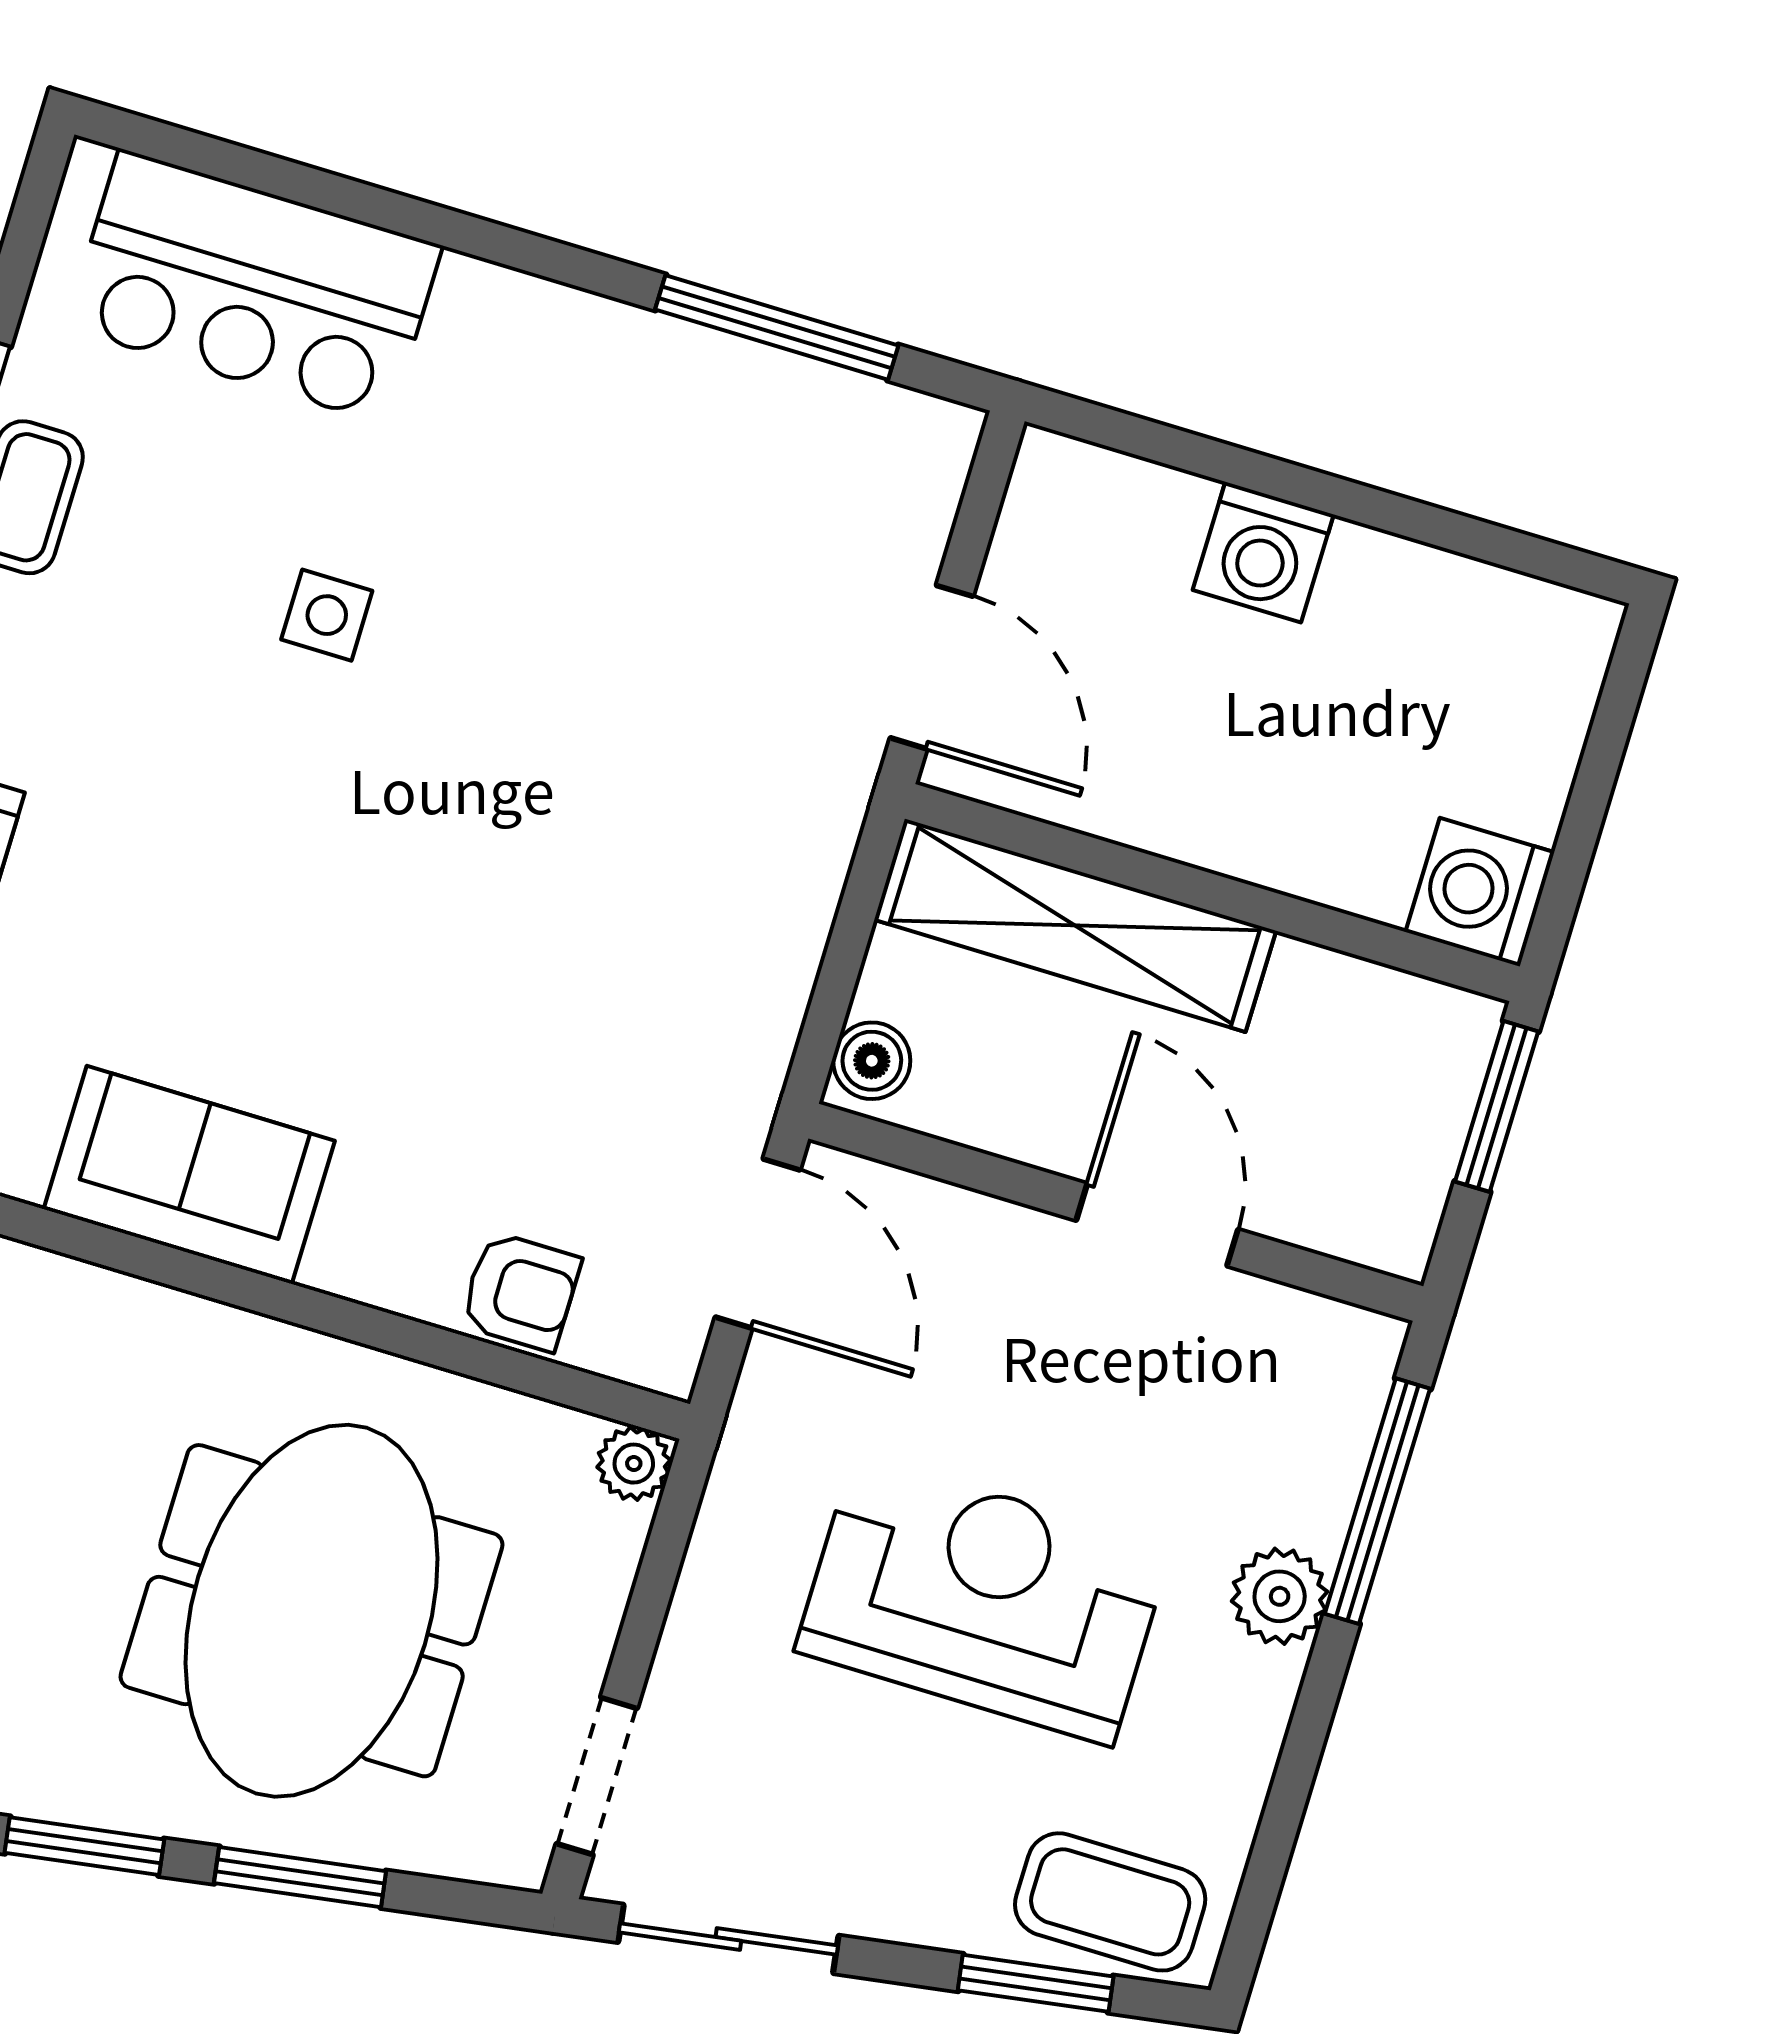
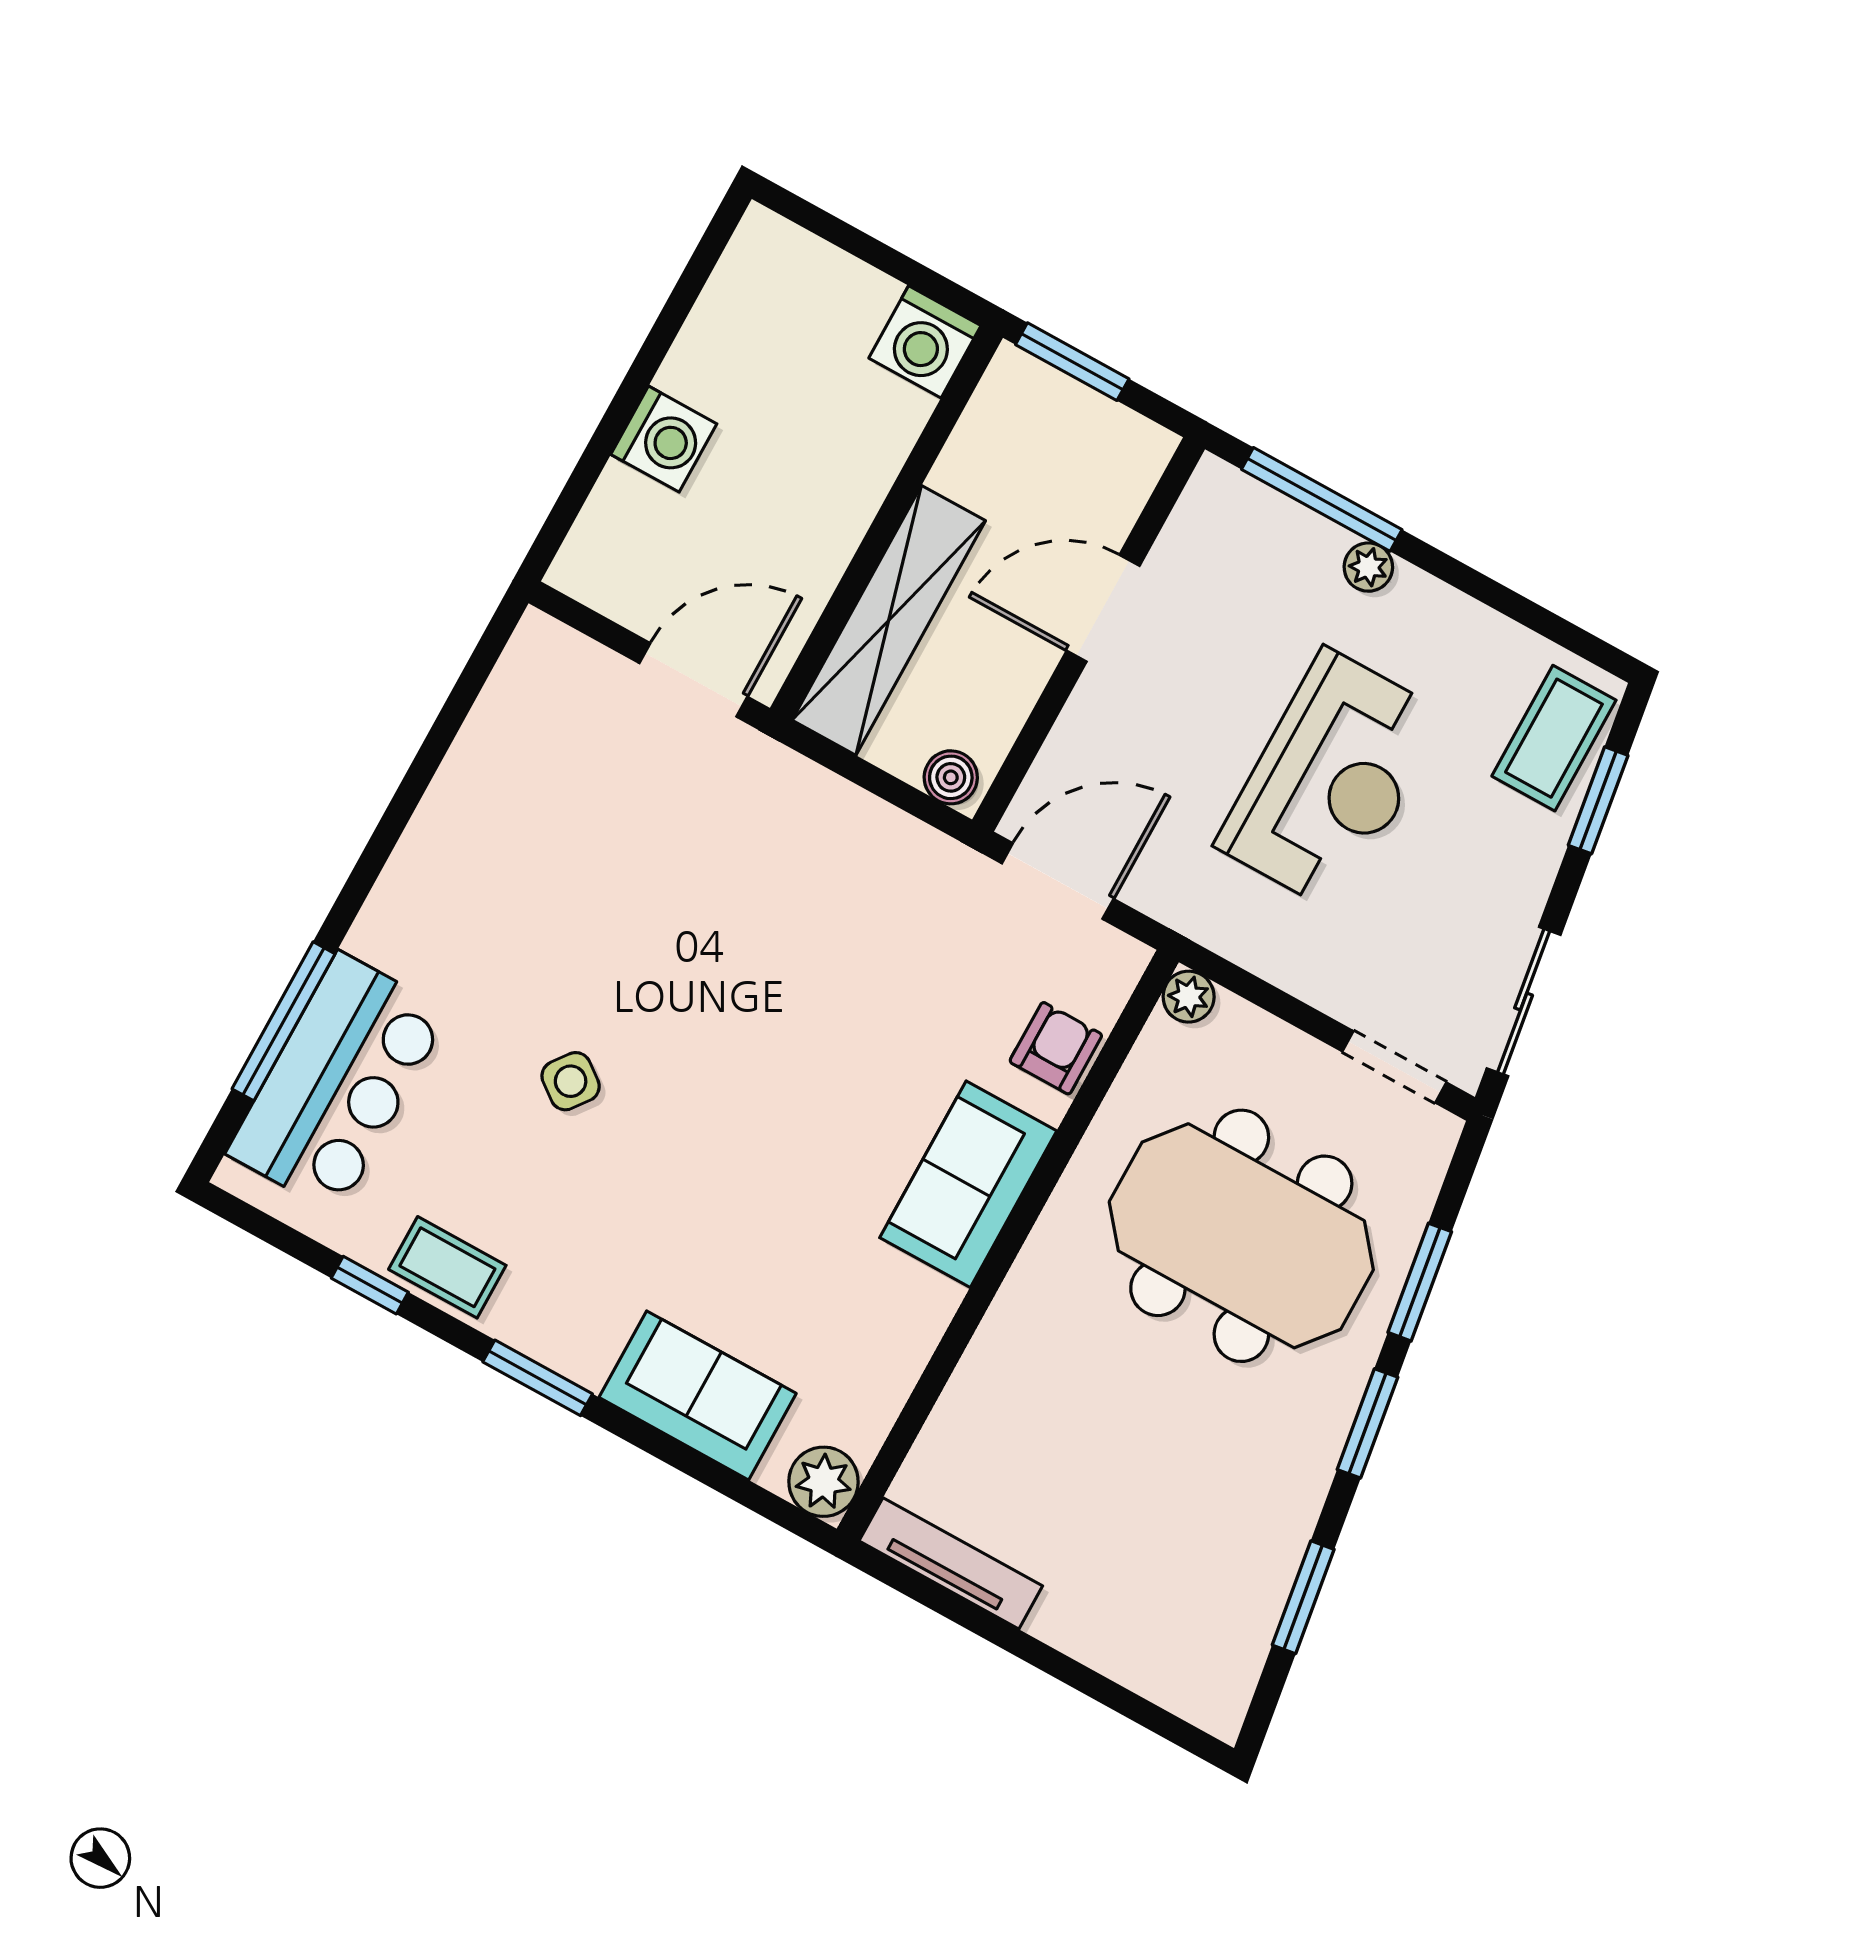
window: (777, 327) -> (283, 1021), moved
side table: (327, 615) -> (571, 1081), turned 37
sofa: (189, 1175) -> (968, 1184), moved
plant: (1280, 1596) -> (1368, 567), width x0.73, depth x0.73
reception desk: (983, 1599) -> (1331, 780), turned 180

